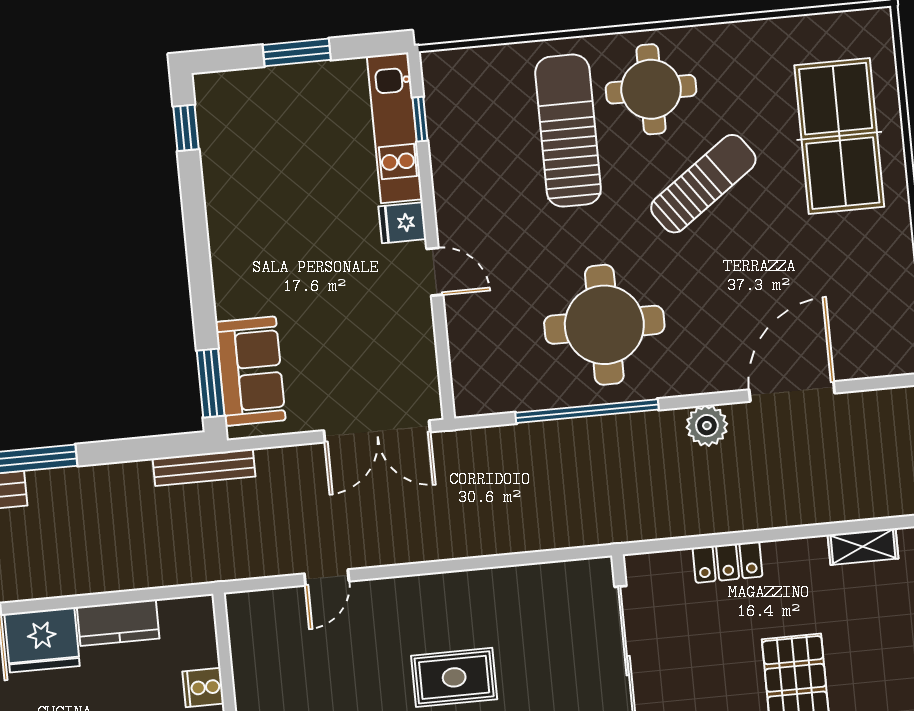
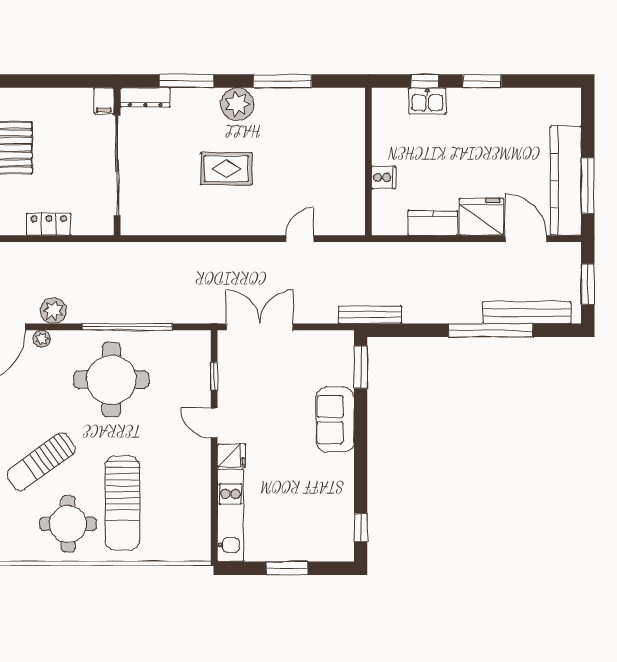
window: (420, 119) -> (214, 376), moved
sofa: (250, 371) -> (335, 420), moved
plant: (721, 379) -> (42, 339), added

